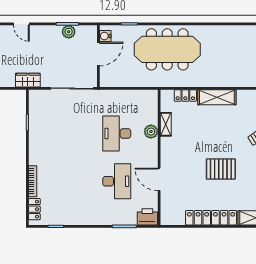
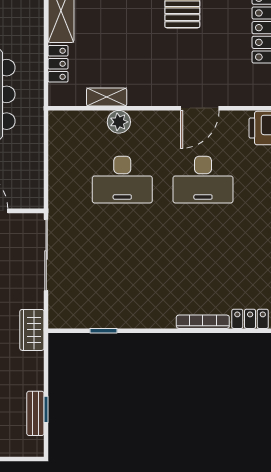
desk: (117, 181) -> (203, 180), turned 180

